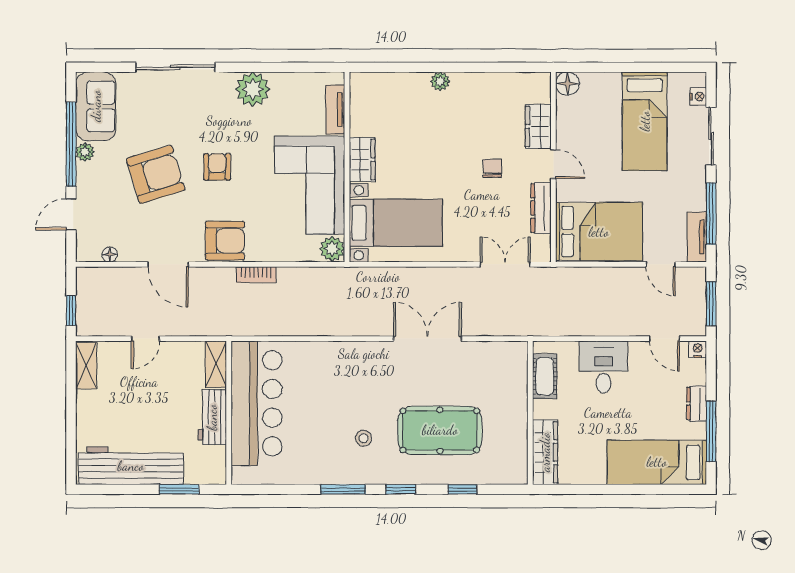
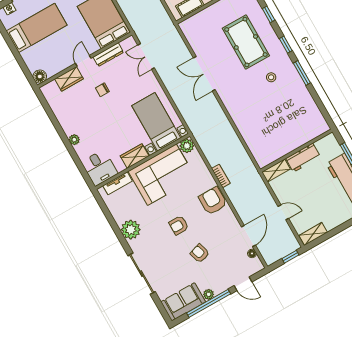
desk: (375, 96) -> (100, 168), added
armchair: (156, 174) -> (200, 253), width x0.53, depth x0.53
door: (168, 264) -> (248, 236), moved
bar counter: (257, 403) -> (284, 140), removed

